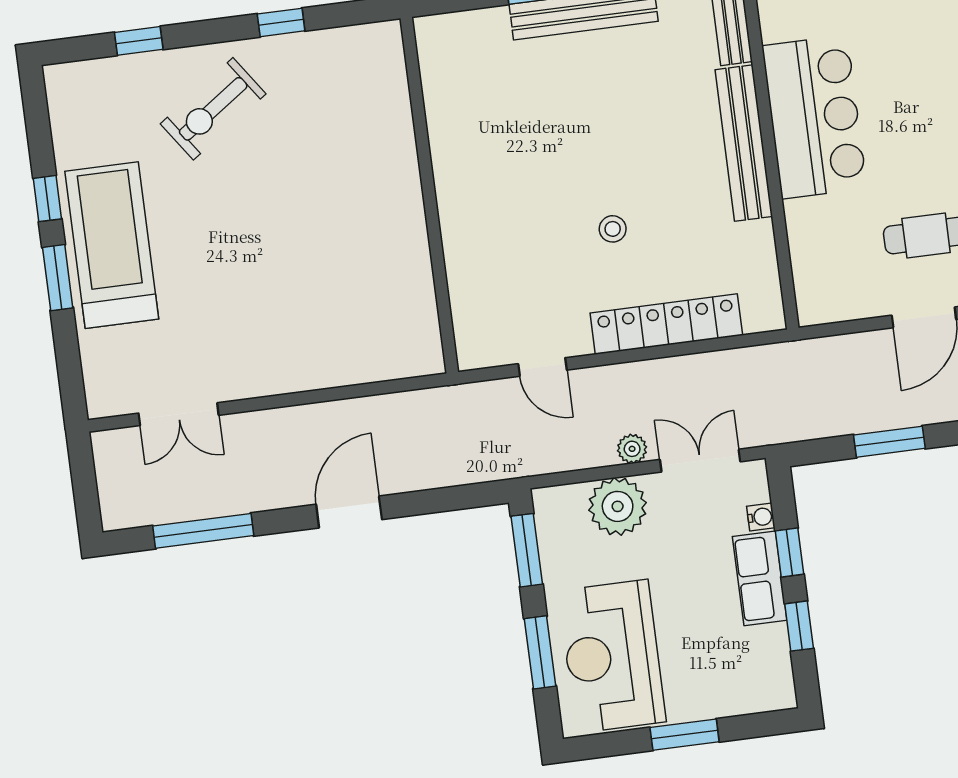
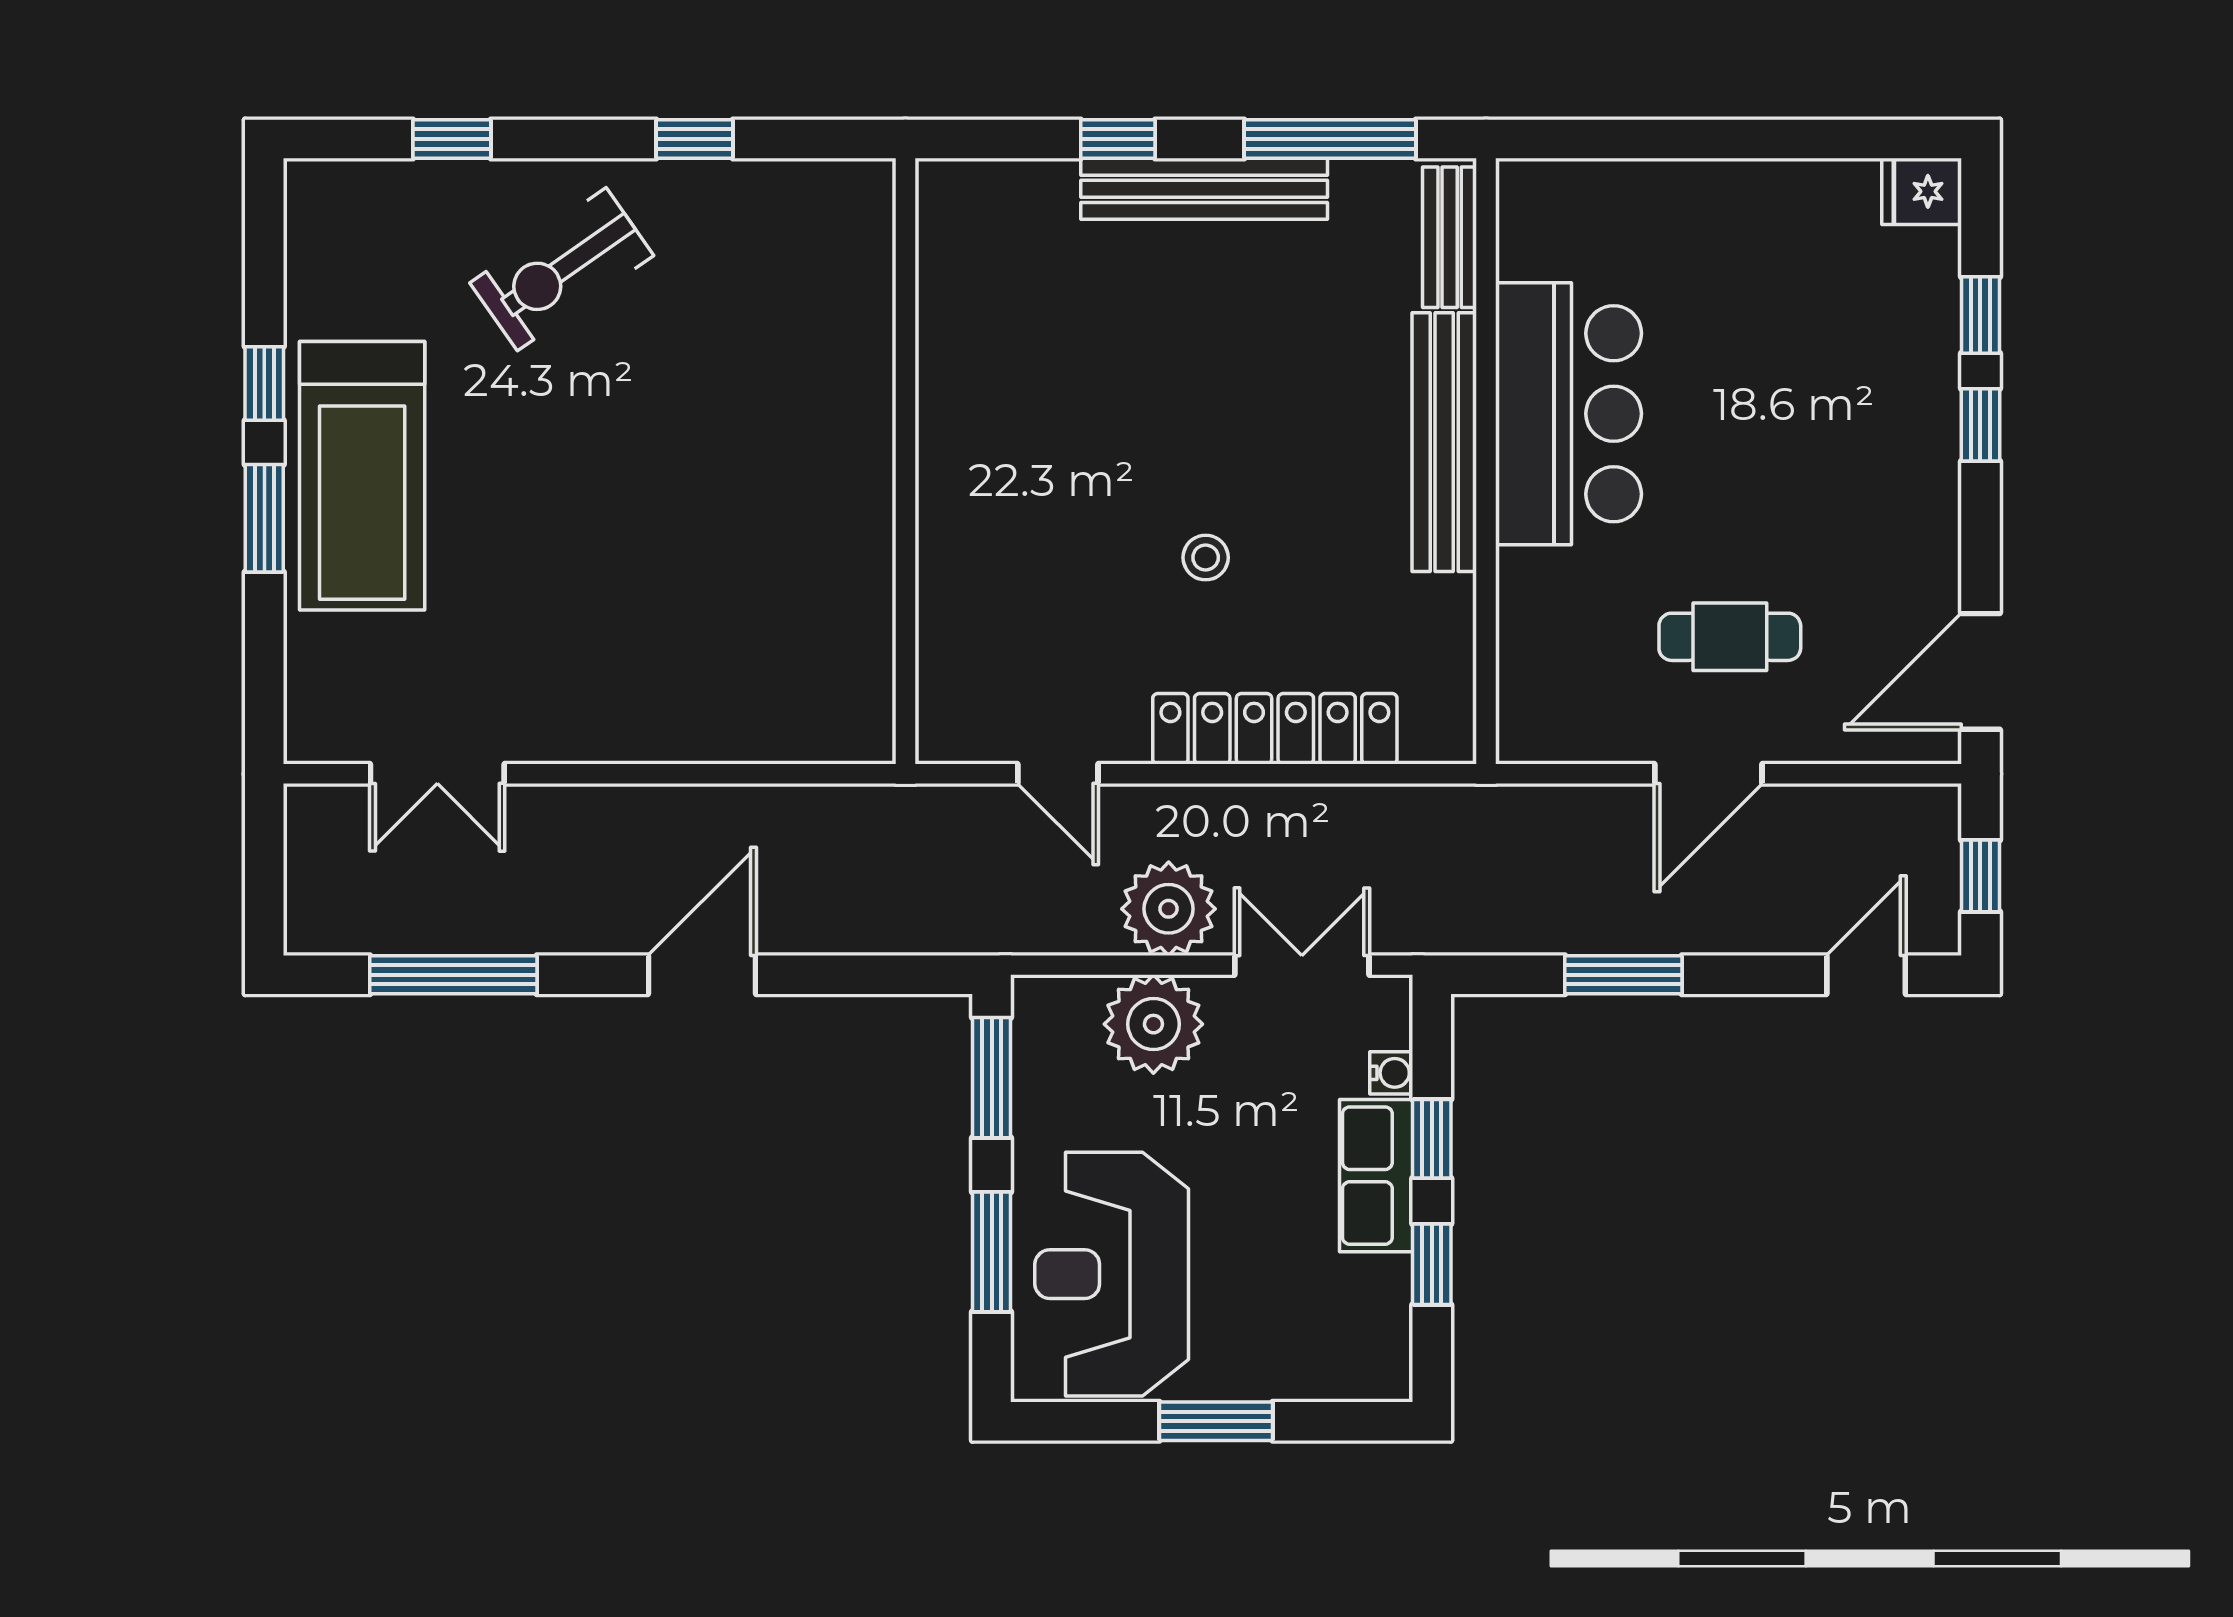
treadmill: (112, 245) -> (362, 476), turned 180
plant: (632, 449) -> (1169, 909), width x1.88, depth x1.88

